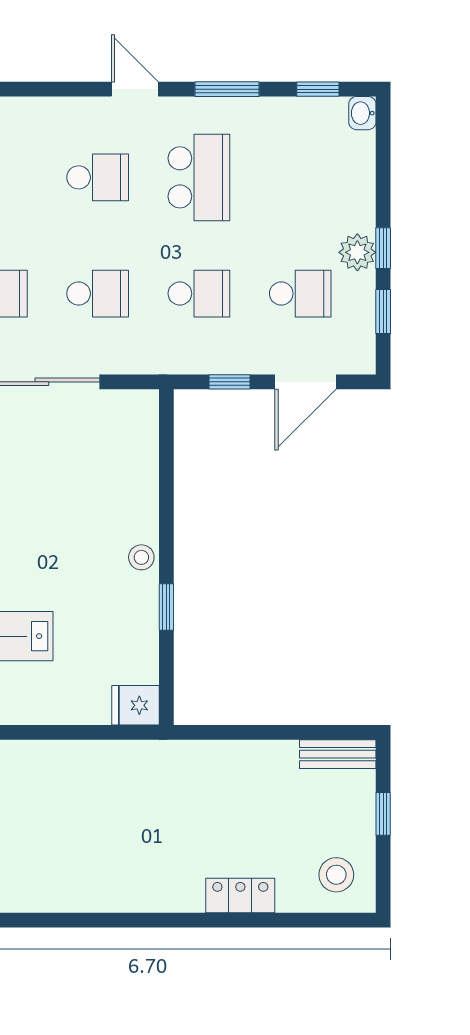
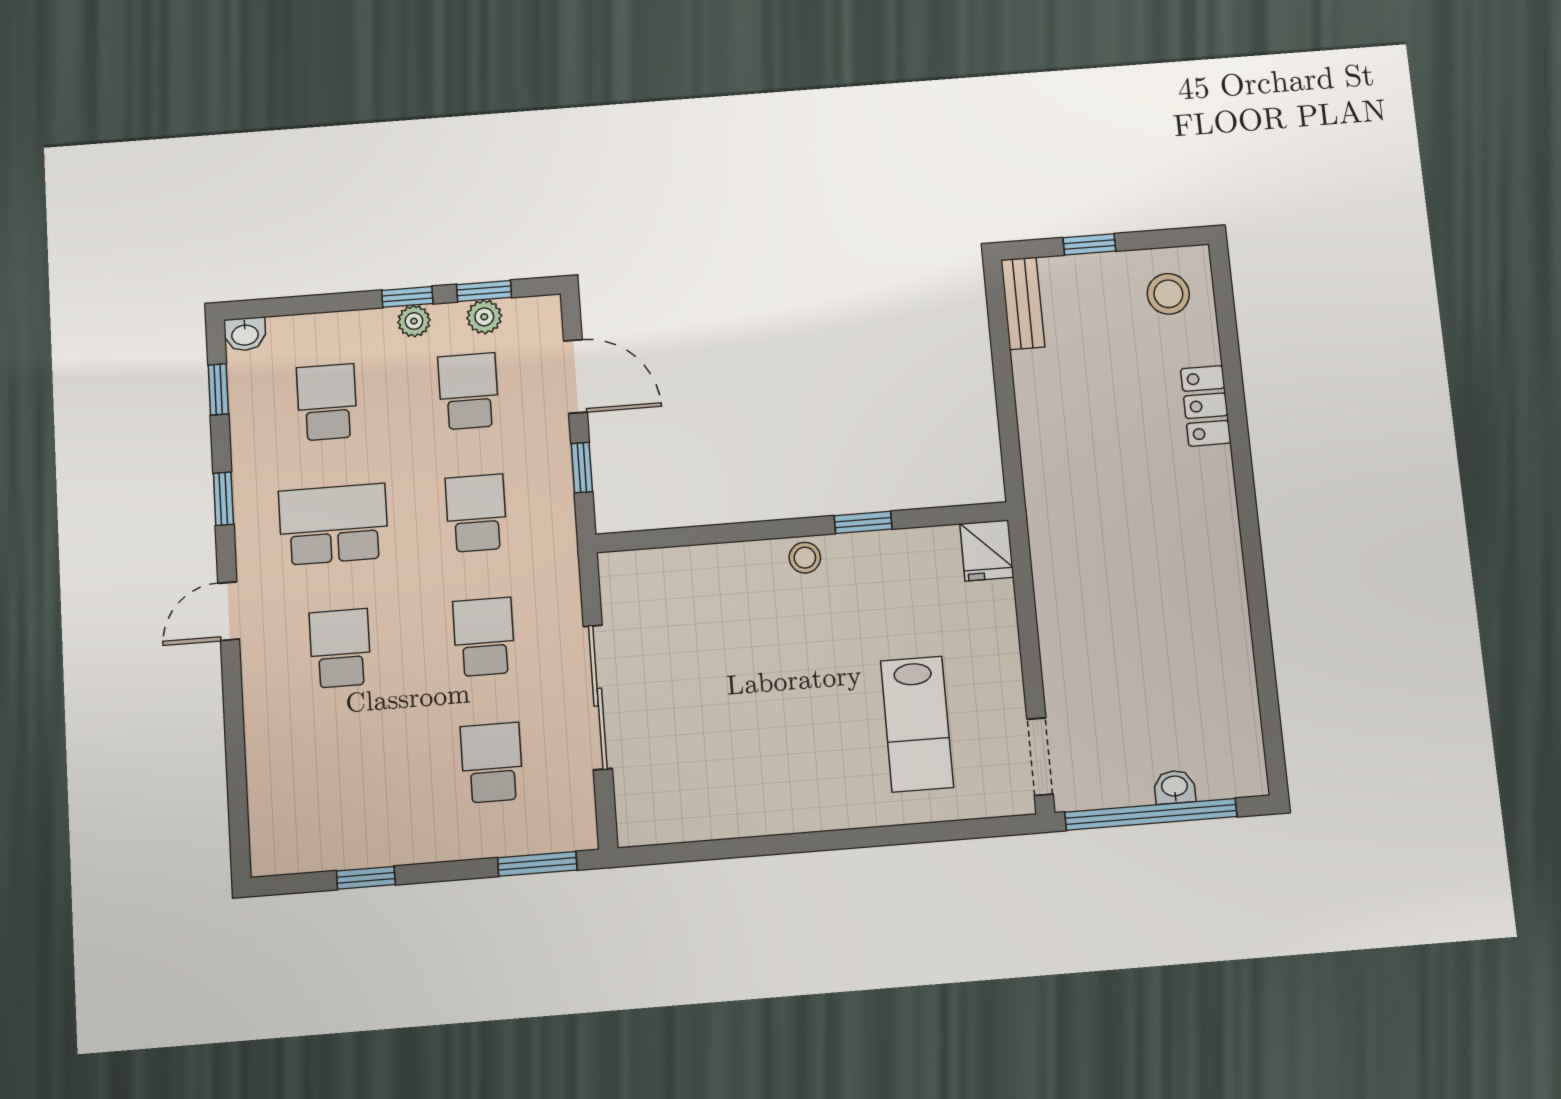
window: (227, 89) -> (223, 499), width x0.67
school desk: (300, 177) -> (327, 402), added
plant: (357, 252) -> (414, 321), width x0.73, depth x0.73
plant: (361, 310) -> (484, 317), added

